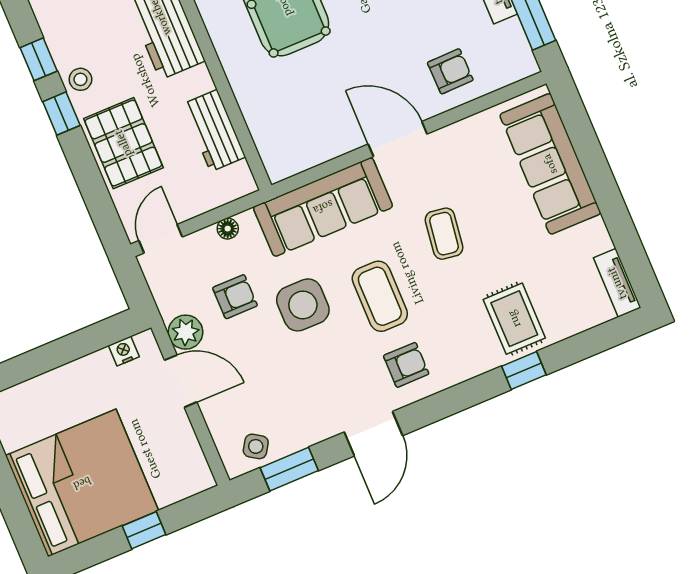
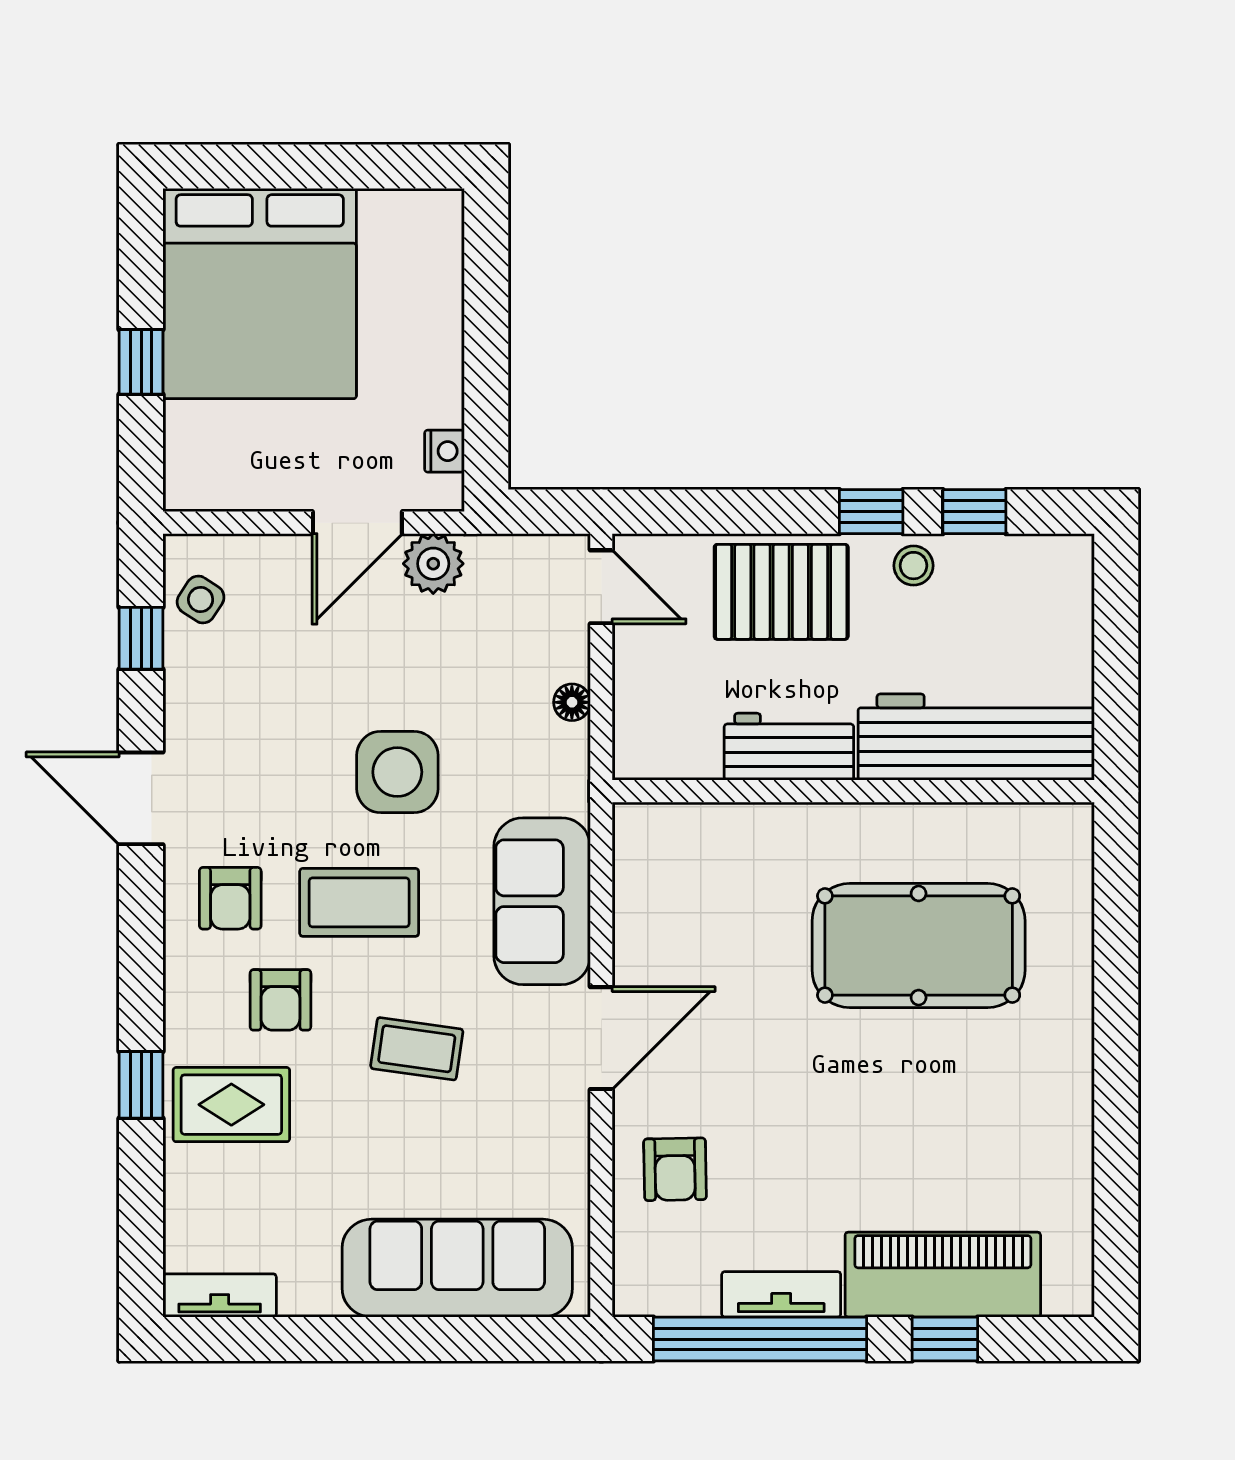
workbench: (214, 131) -> (789, 747), moved
sofa: (323, 207) -> (542, 901), width x0.73
armchair: (235, 297) -> (280, 1000), moved
window: (289, 469) -> (141, 638), width x0.67

